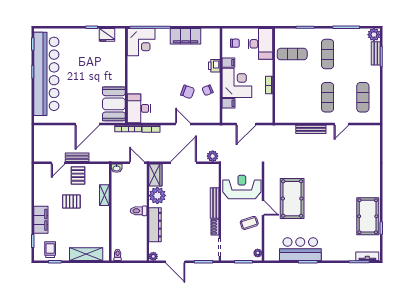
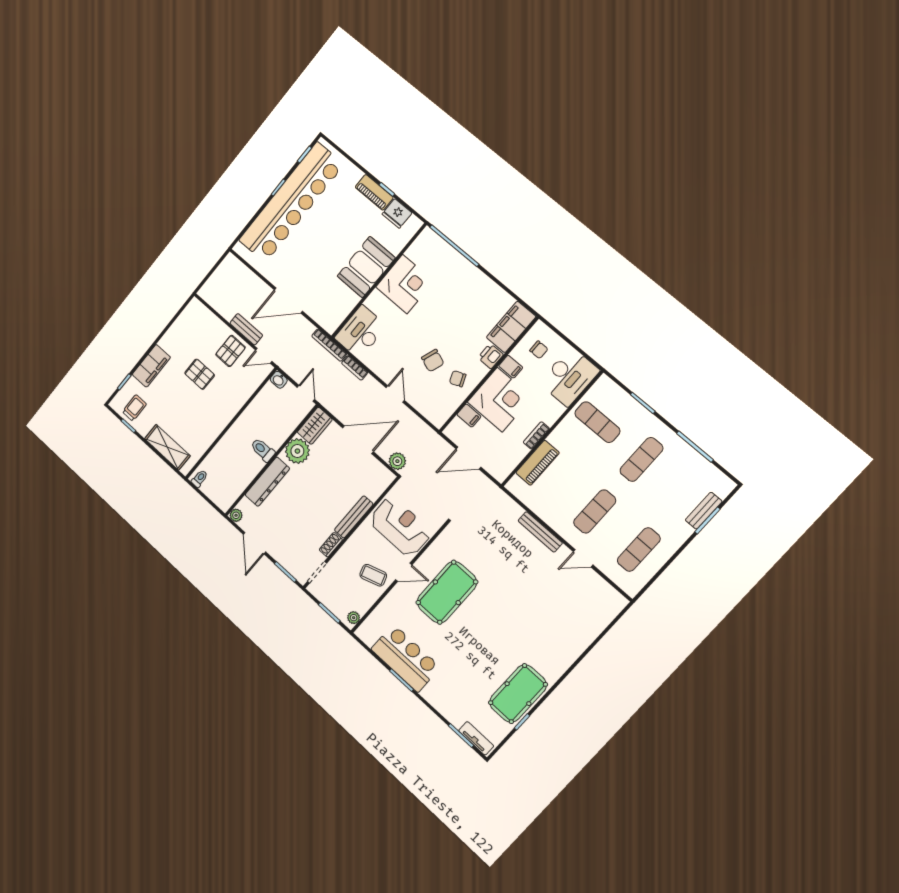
piano: (86, 34) -> (374, 192), added
plant: (374, 35) -> (723, 486), removed
filing cabinet: (186, 36) -> (511, 327), moved, turned 90
corner desk: (141, 42) -> (405, 284), moved, turned -90
piano: (281, 98) -> (538, 463), added
booth: (114, 104) -> (366, 267), moved
door: (58, 163) -> (264, 356), moved
shelving: (104, 195) -> (240, 399), removed
door: (263, 208) -> (404, 572), hinge flipped

